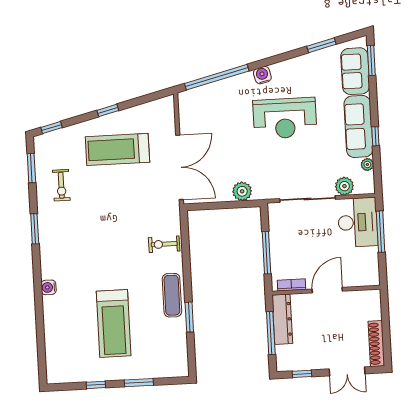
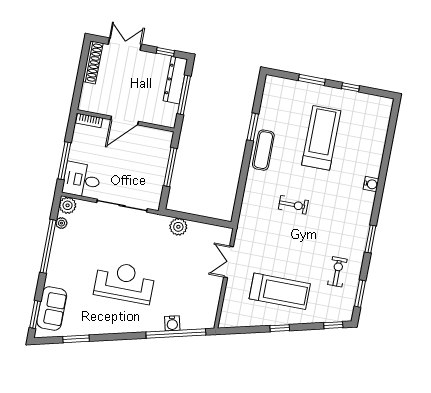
water cooler: (262, 75) -> (172, 323), moved
sofa: (358, 126) -> (61, 259), removed
window: (375, 136) -> (48, 246), width x3.17
double door: (180, 167) -> (229, 262), width x0.54
plant: (344, 186) -> (68, 205), moved
desk: (358, 222) -> (82, 180), width x0.73
exercise bike: (164, 244) -> (293, 205), moved
bookcase: (291, 285) -> (89, 120), moved
dresser: (282, 319) -> (175, 80), moved

